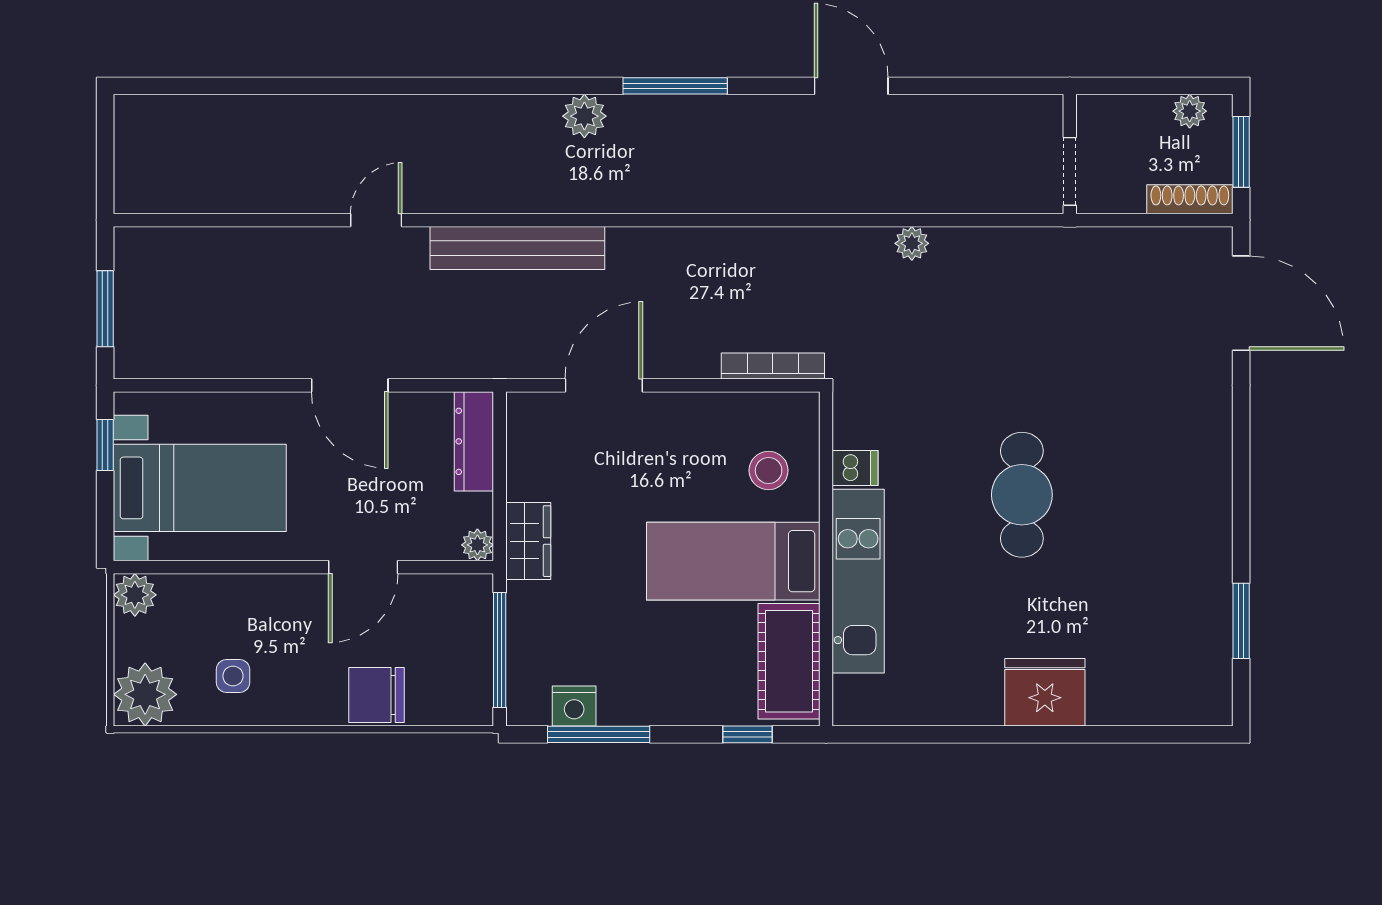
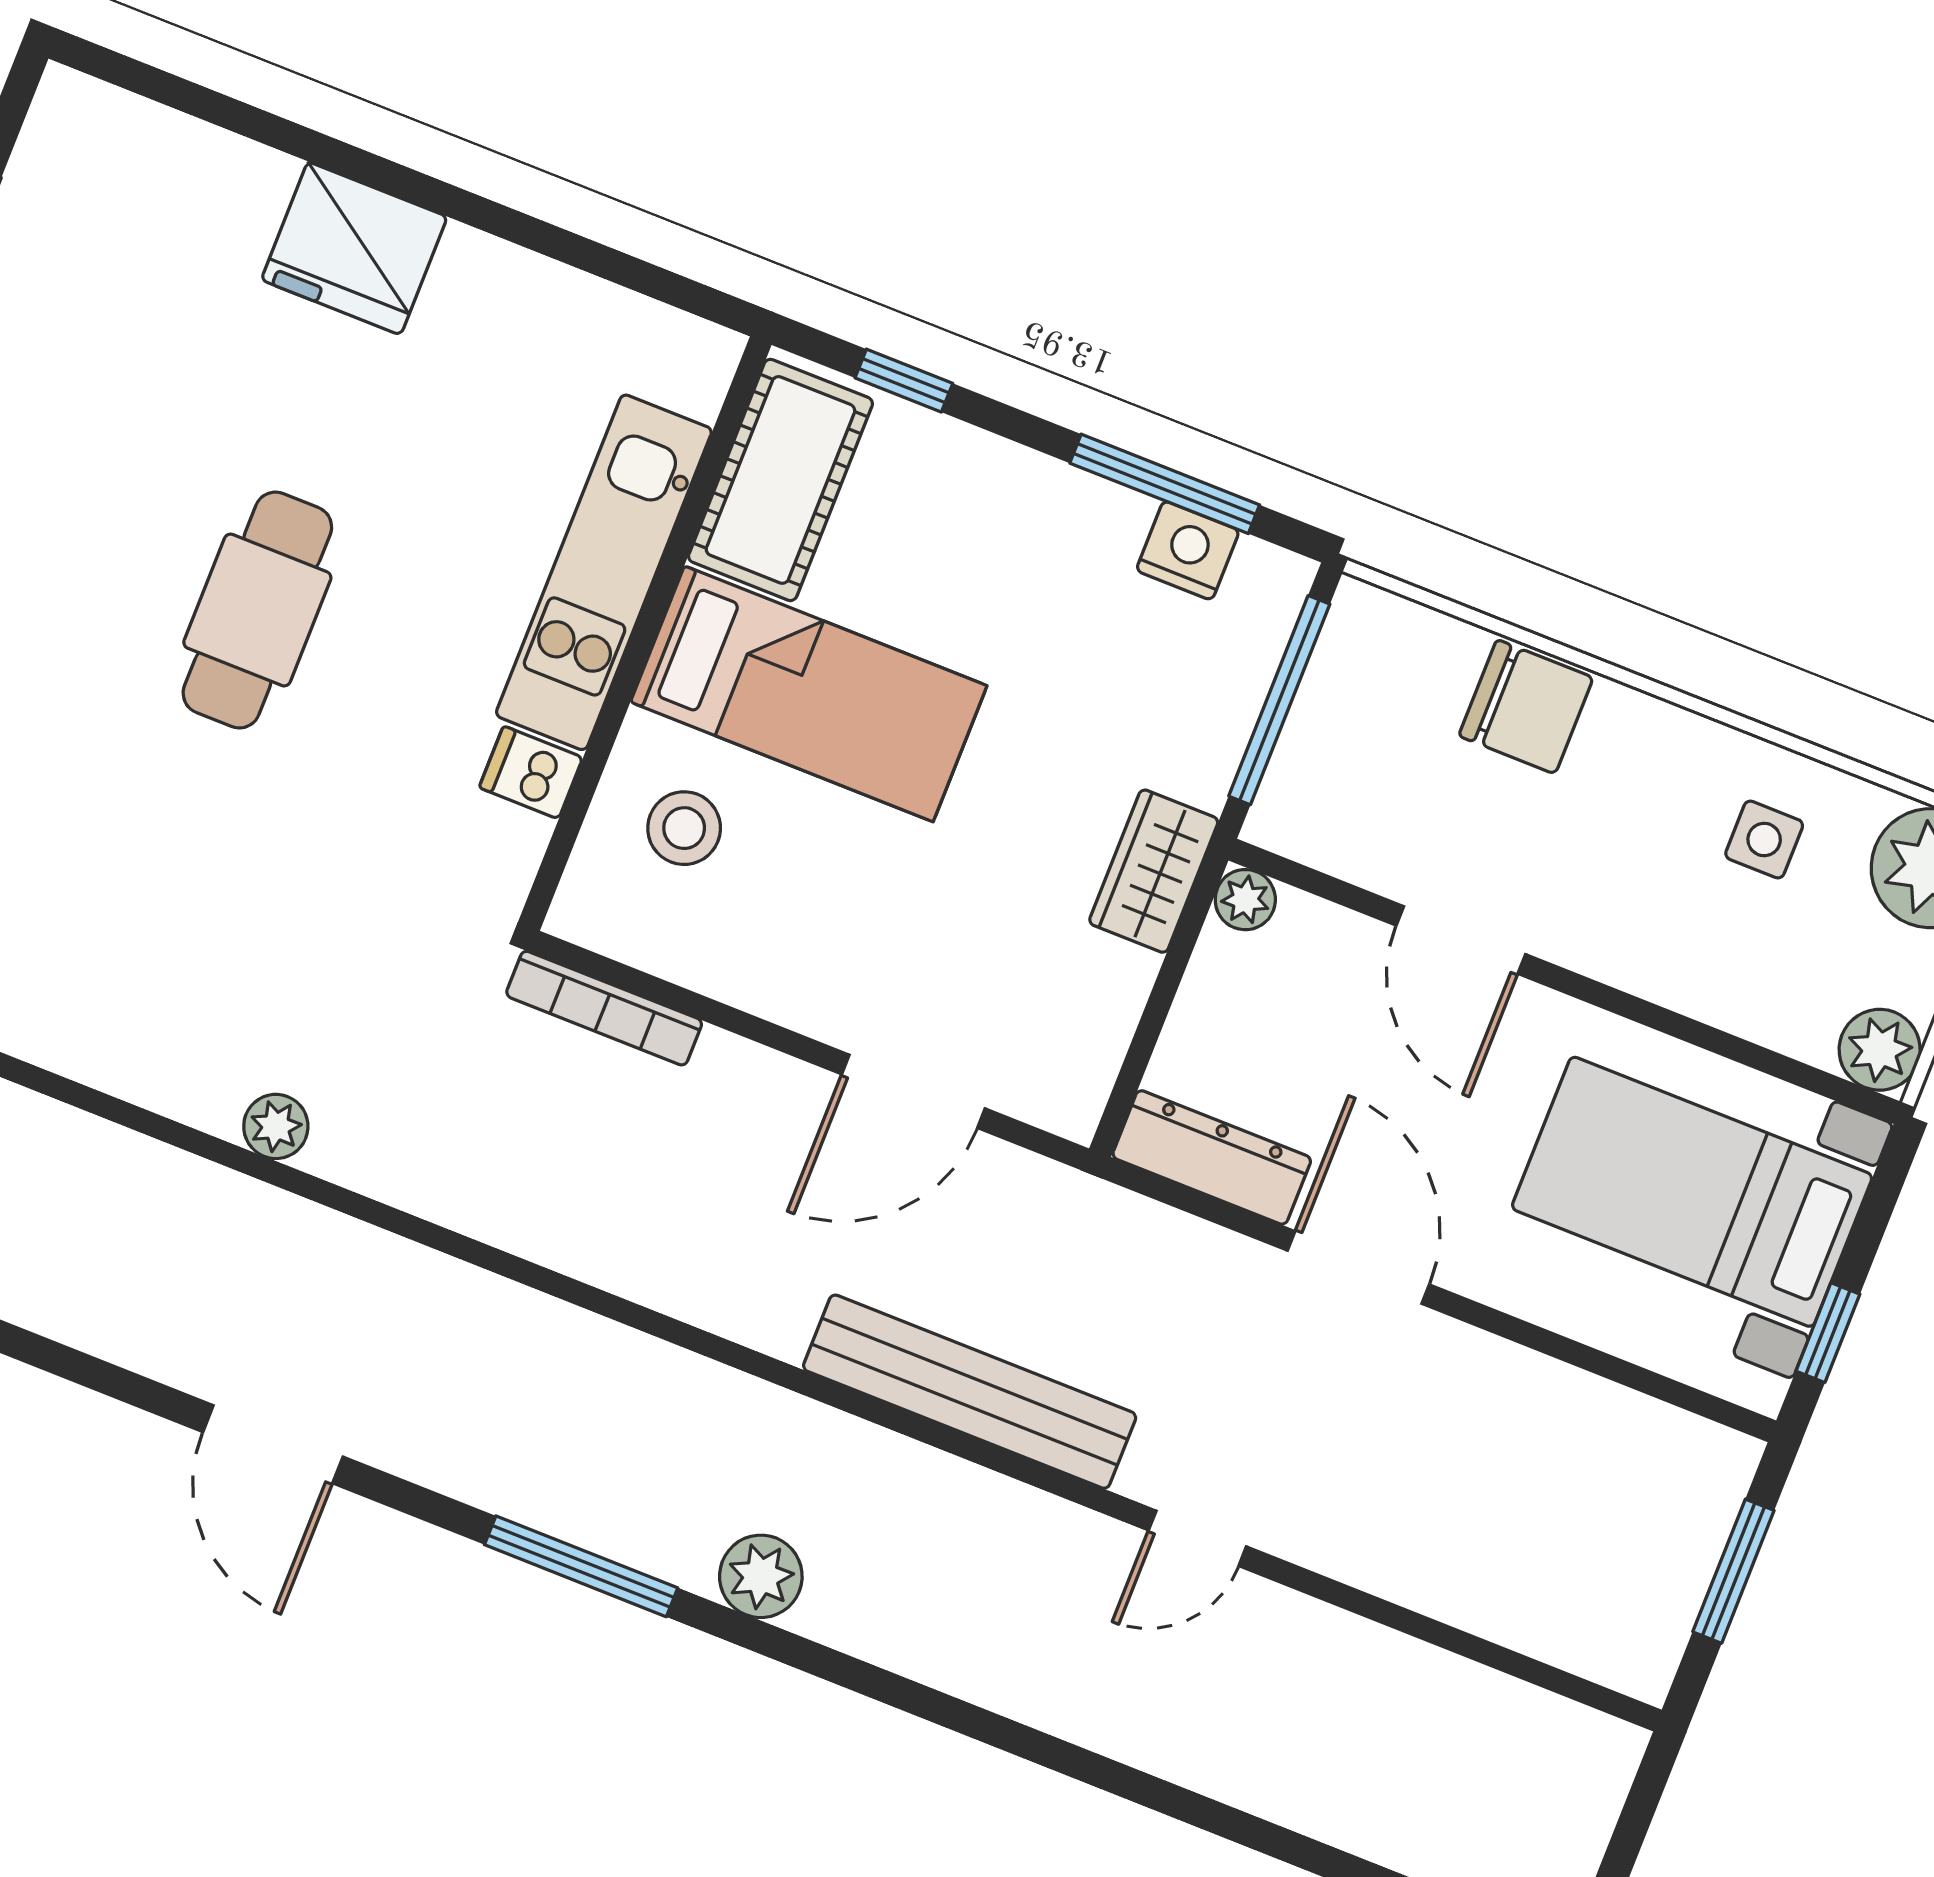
dresser: (474, 441) -> (1212, 1157), moved, turned -90
door: (363, 567) -> (1461, 940), swing flipped

